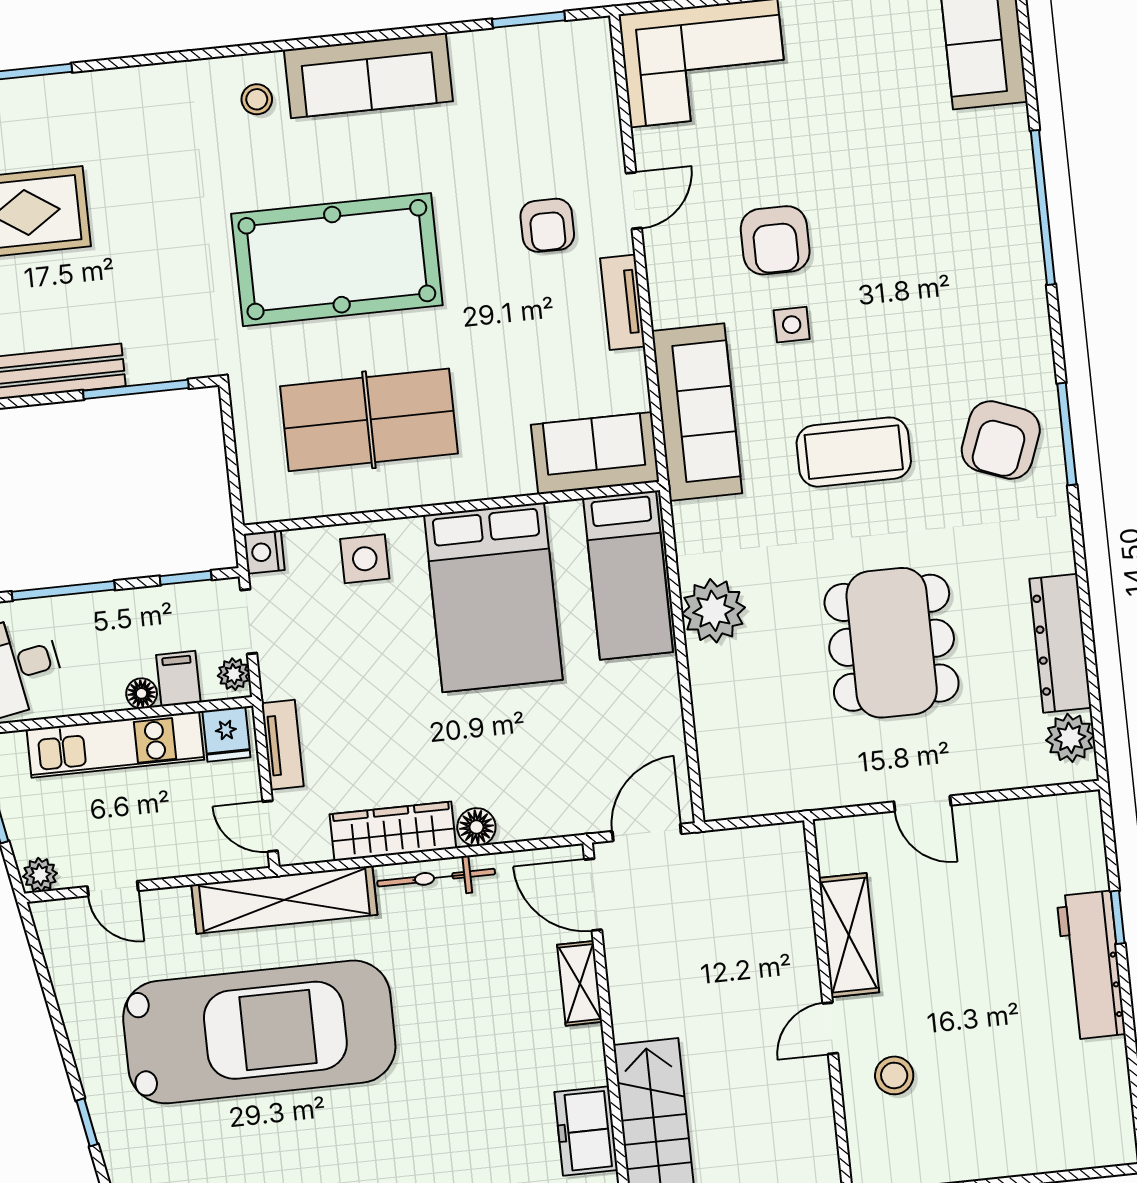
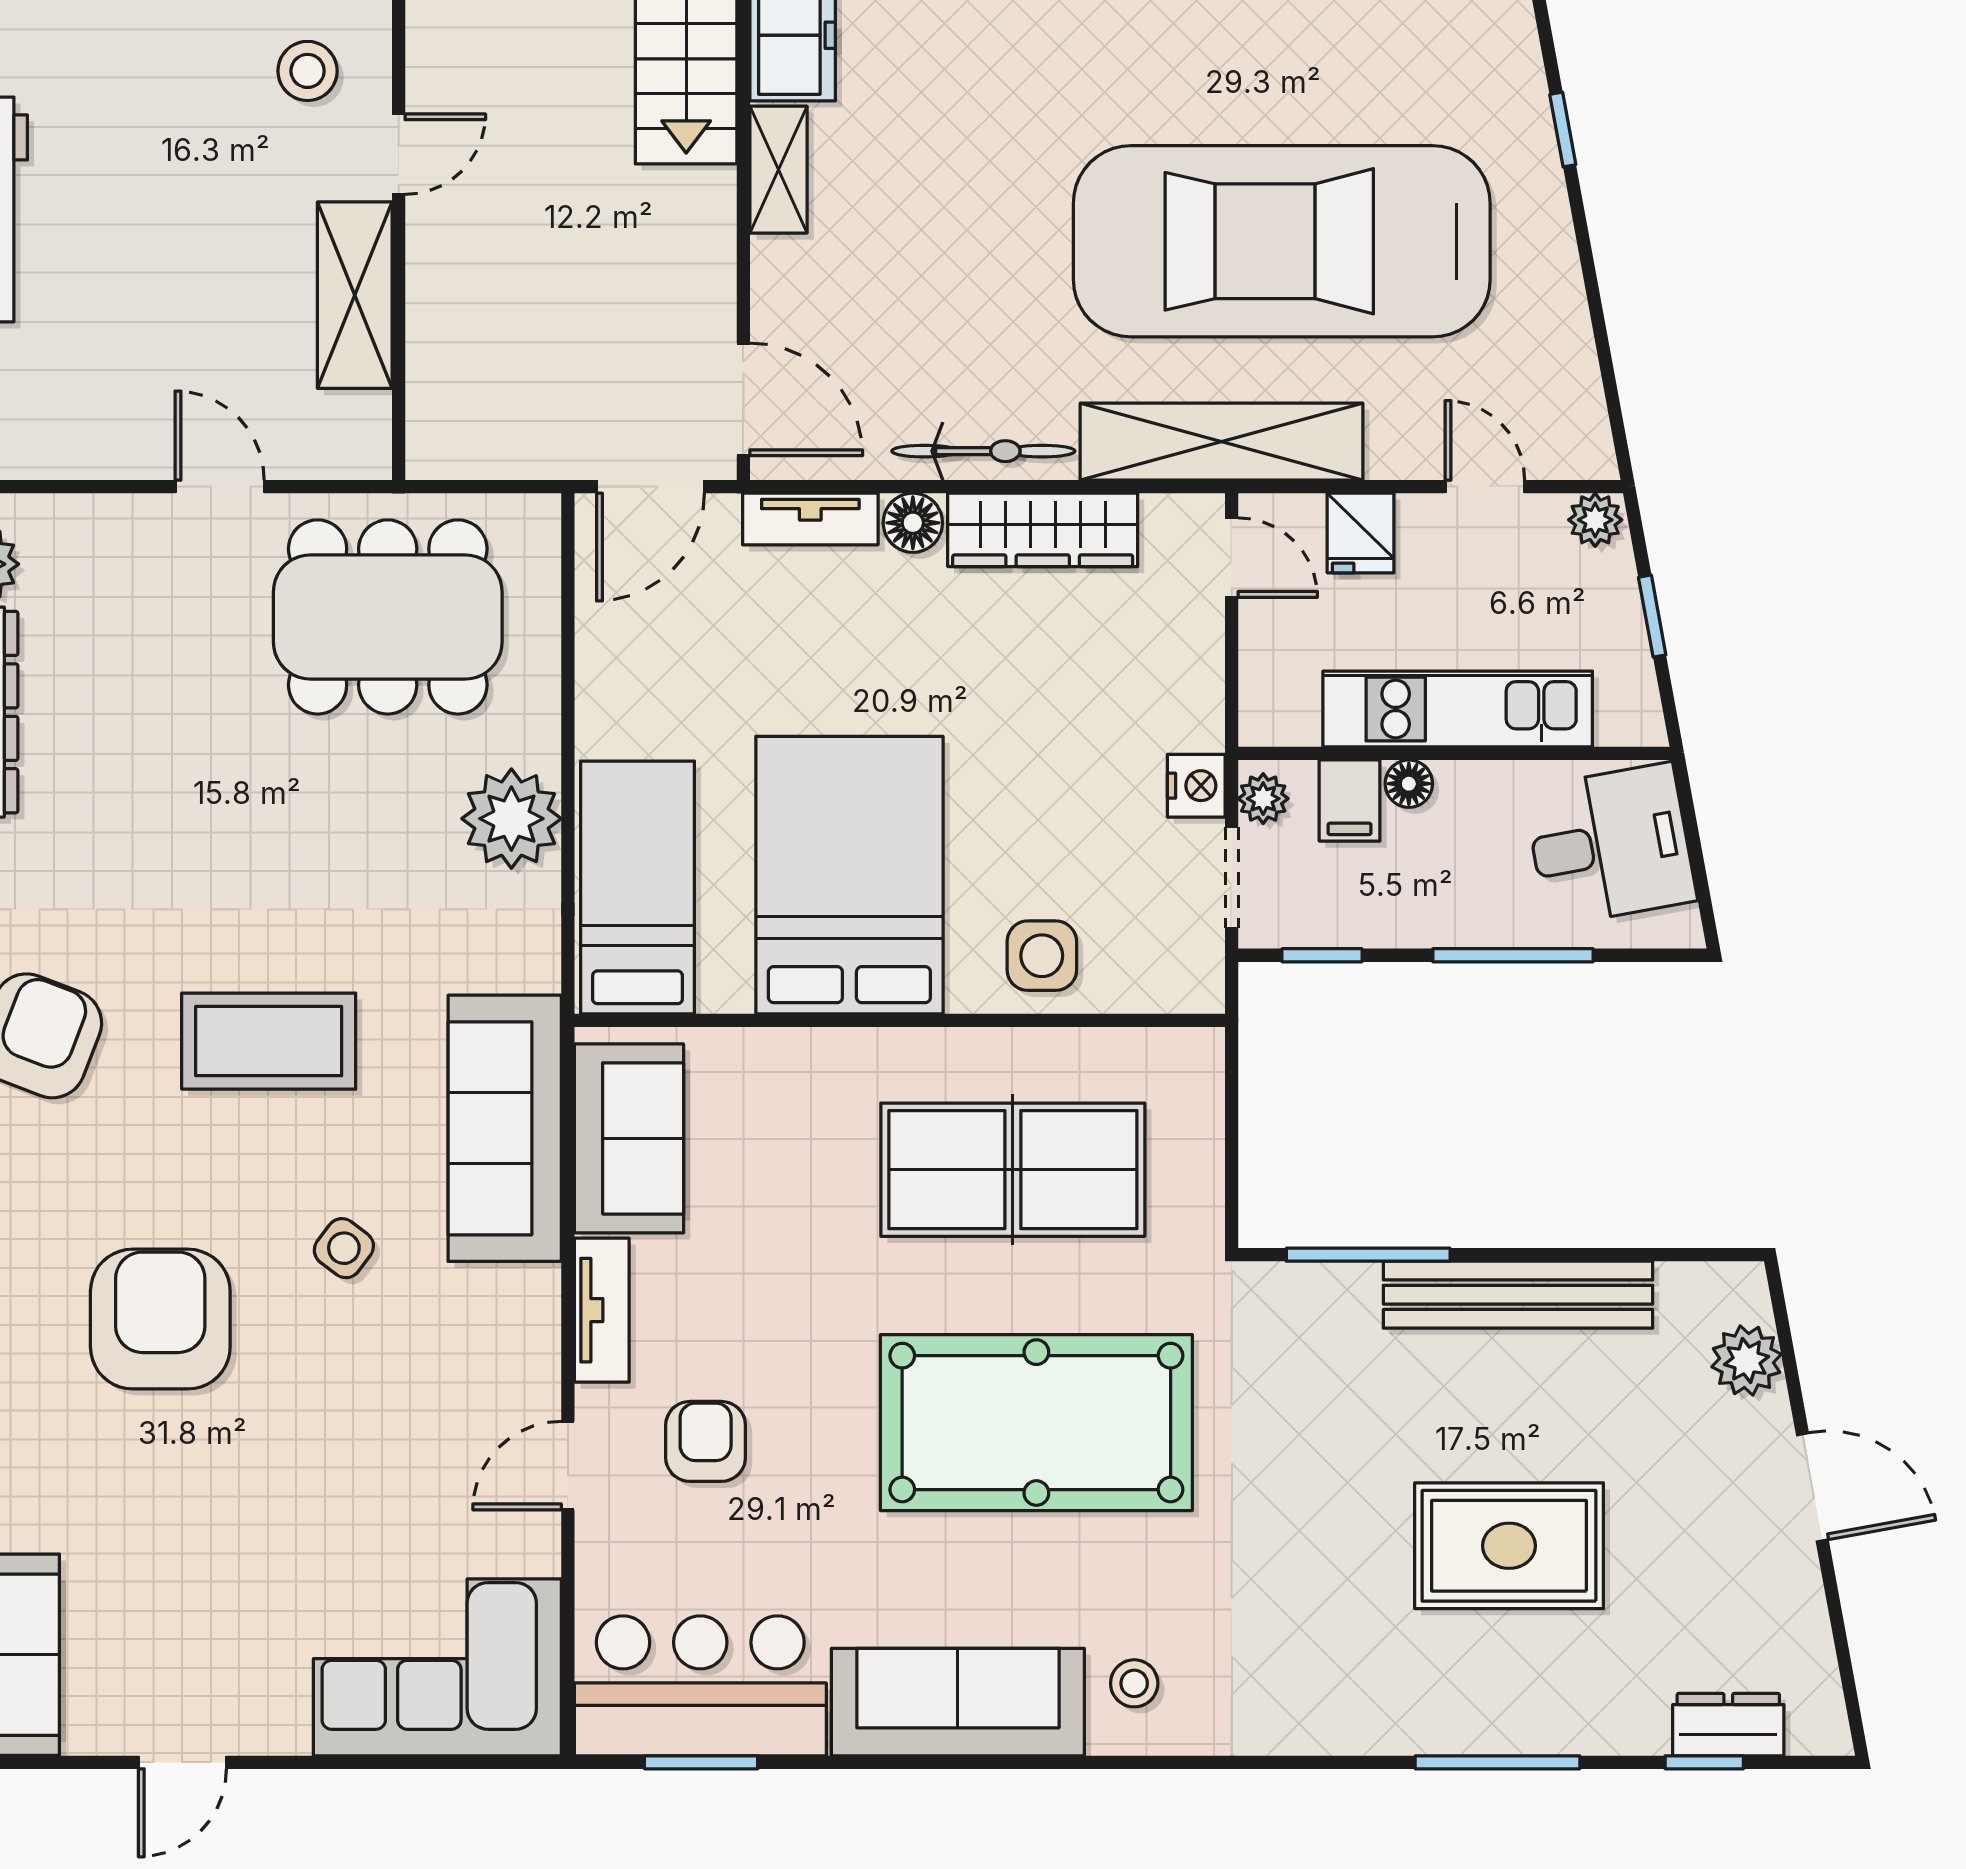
bar counter: (534, 69) -> (700, 1686), added
armchair: (775, 240) -> (160, 1319), moved, width x1.36, depth x1.36
side table: (792, 325) -> (344, 1248), turned 37
sofa: (595, 453) -> (629, 1138), moved, turned -90
nightstand: (264, 552) -> (1196, 786), moved
dining table: (892, 643) -> (388, 617), moved, turned 90
fridge: (226, 734) -> (1361, 533), moved, turned 180
tv unit: (283, 745) -> (810, 519), moved, turned -90
shelving: (580, 983) -> (779, 170), moved

